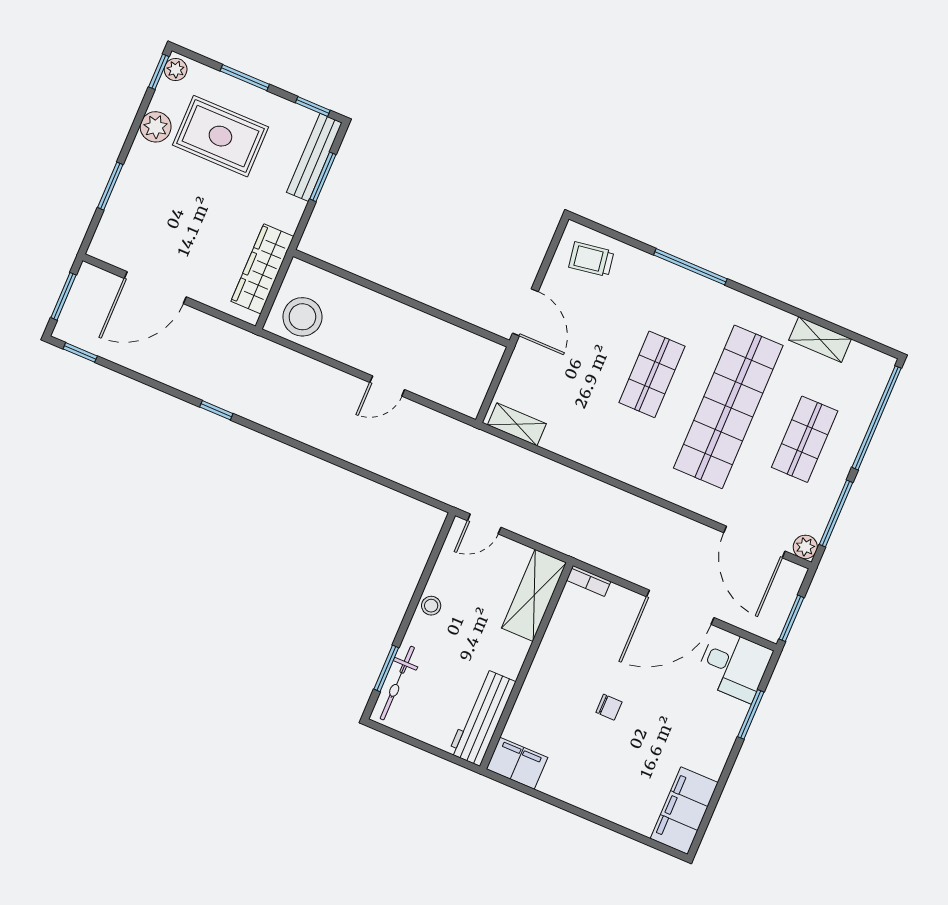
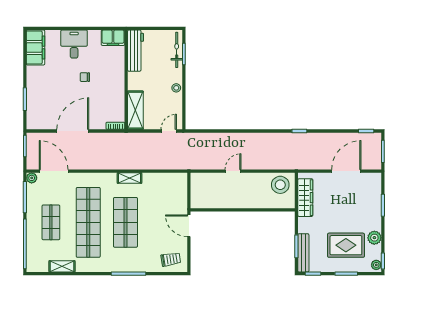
shop shelf: (652, 374) -> (125, 222), width x1.43, depth x1.36
shelving: (517, 424) -> (129, 178), moved
desk: (734, 665) -> (74, 44), moved, turned 90

